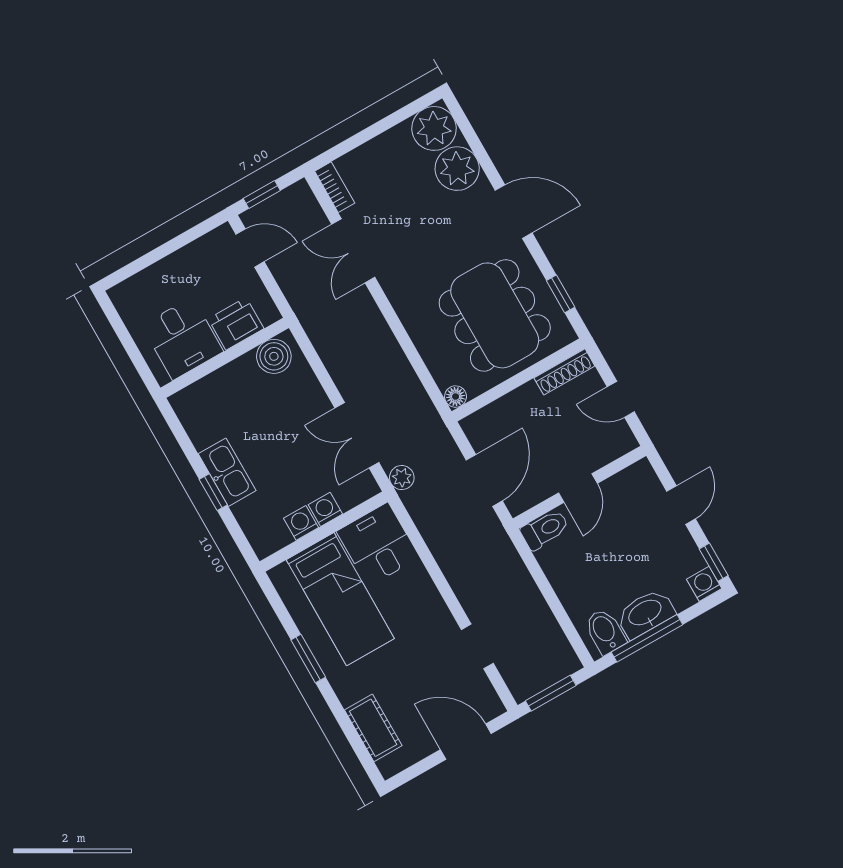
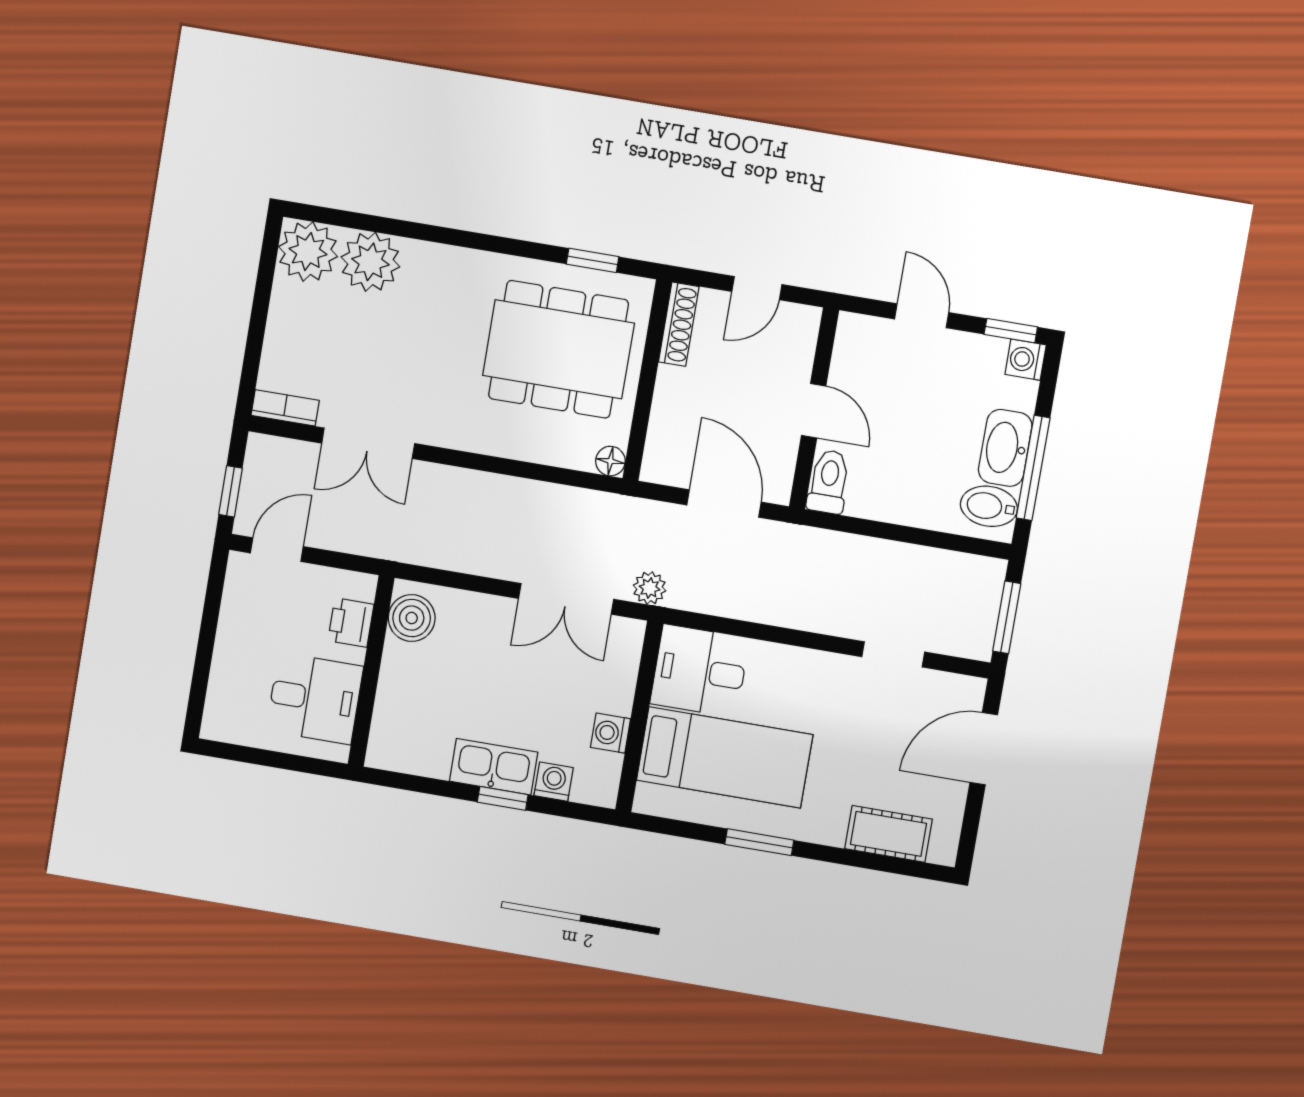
door: (514, 212) -> (465, 239), removed
printer: (236, 324) -> (351, 623), width x0.73, depth x0.81
washing machine: (325, 509) -> (554, 782), moved, turned 90

